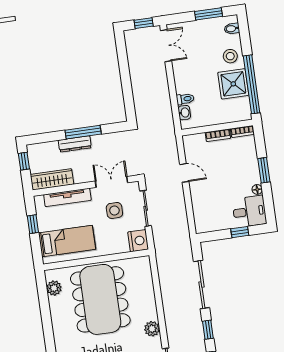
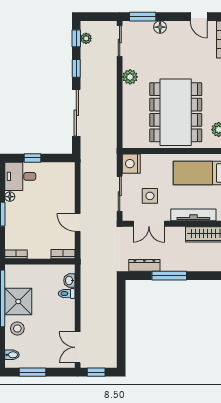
bookcase: (218, 135) -> (63, 254), moved
dresser: (75, 144) -> (144, 265), moved

